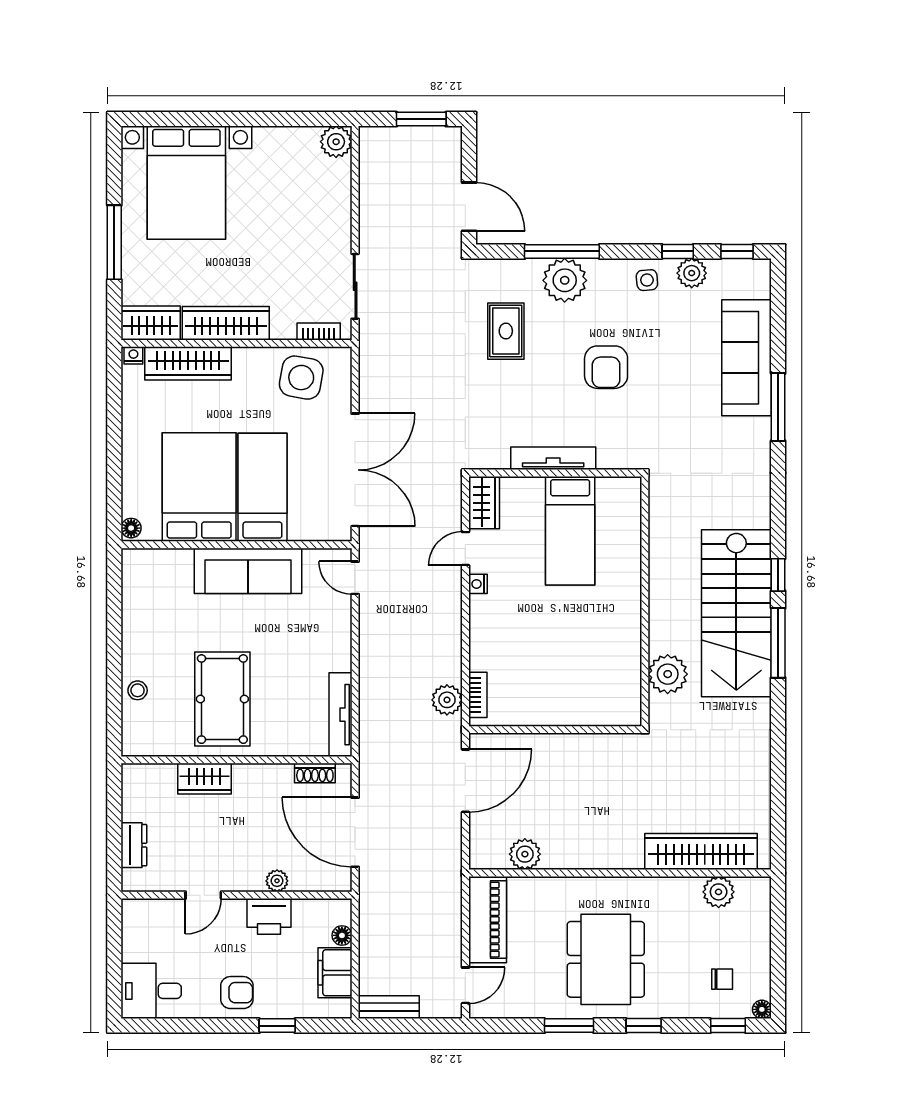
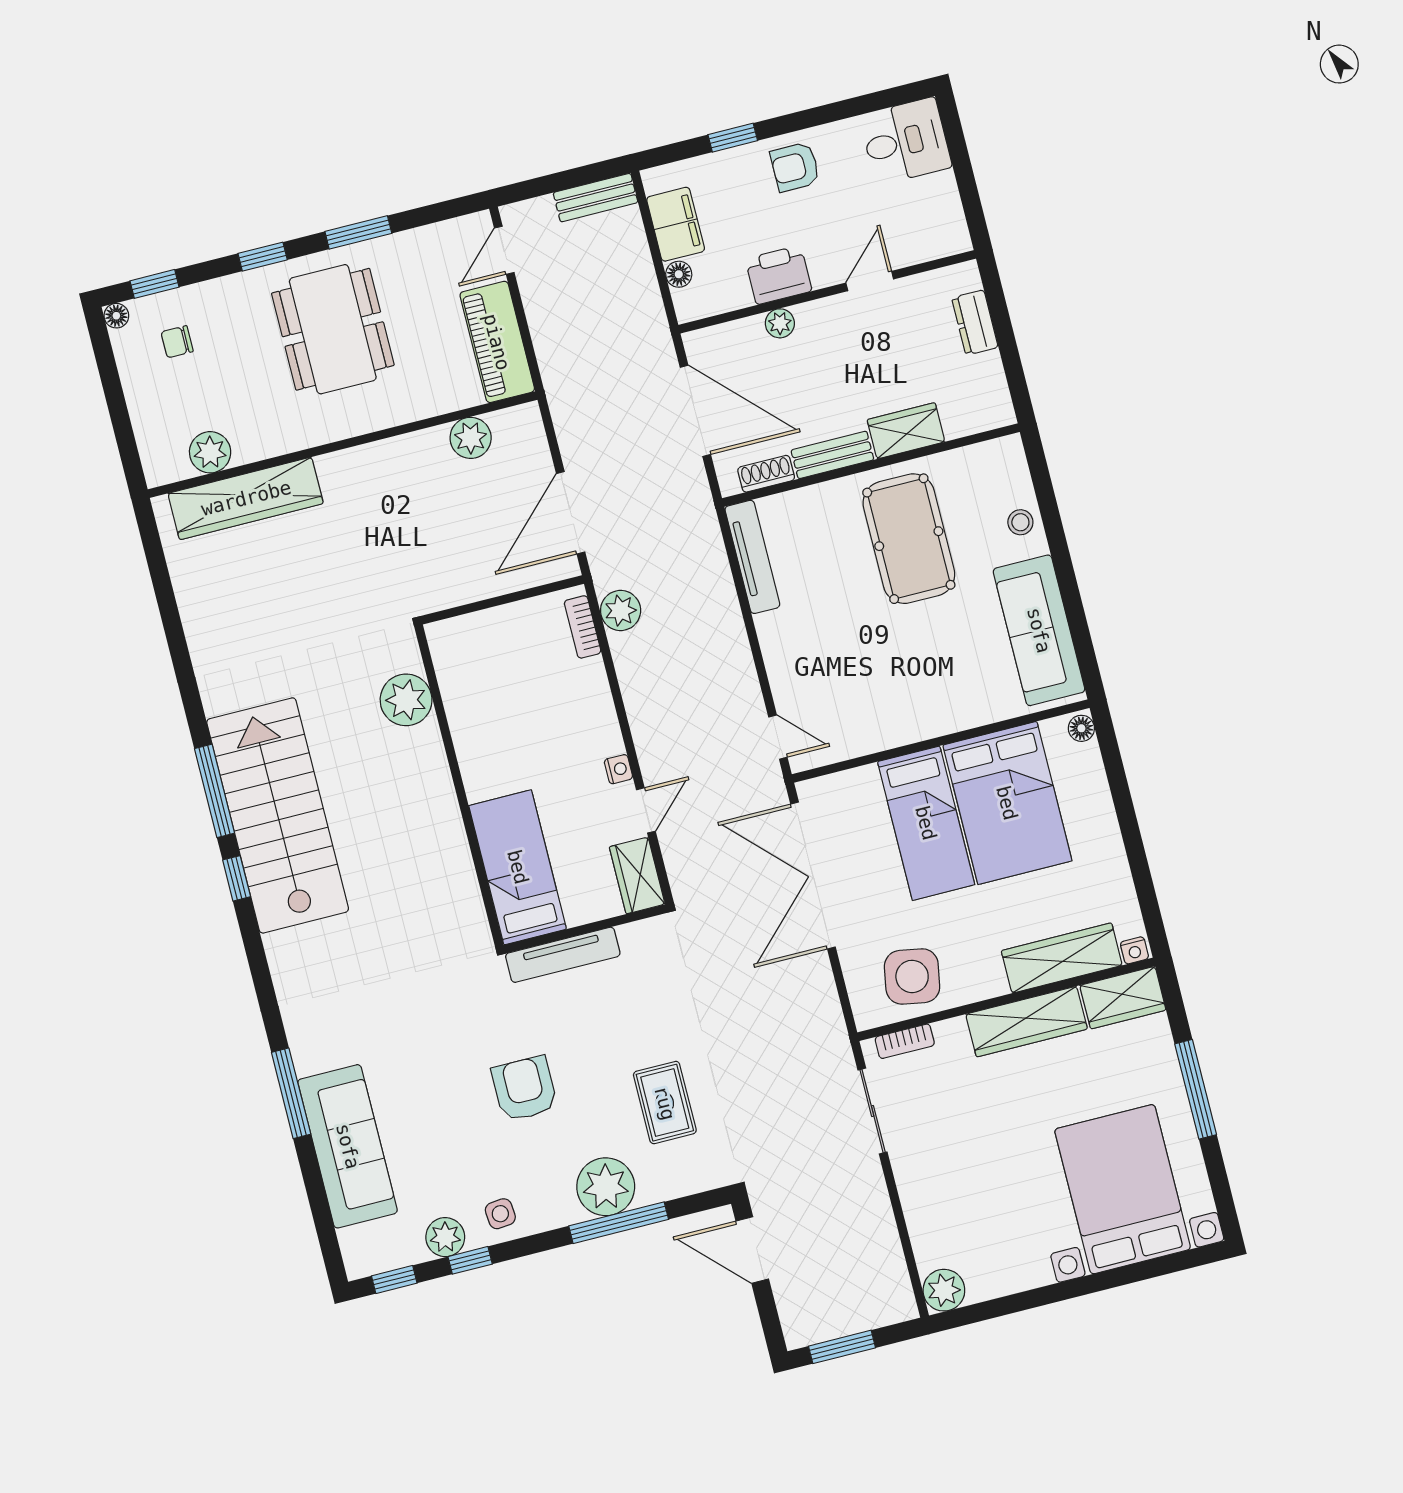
sofa: (248, 571) -> (1039, 630), moved, turned -90
wall: (645, 601) -> (459, 786), moved
plant: (668, 674) -> (406, 700), moved
bench: (263, 775) -> (832, 455), added

